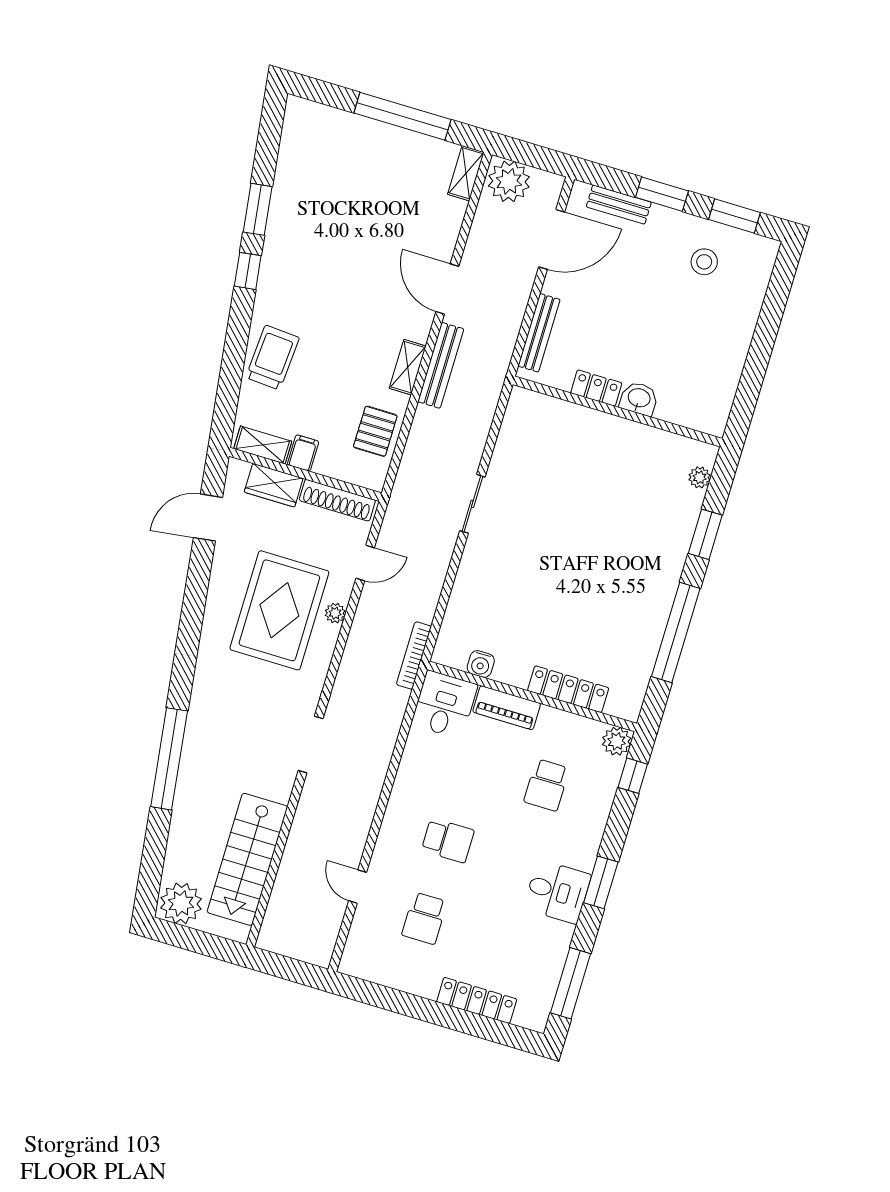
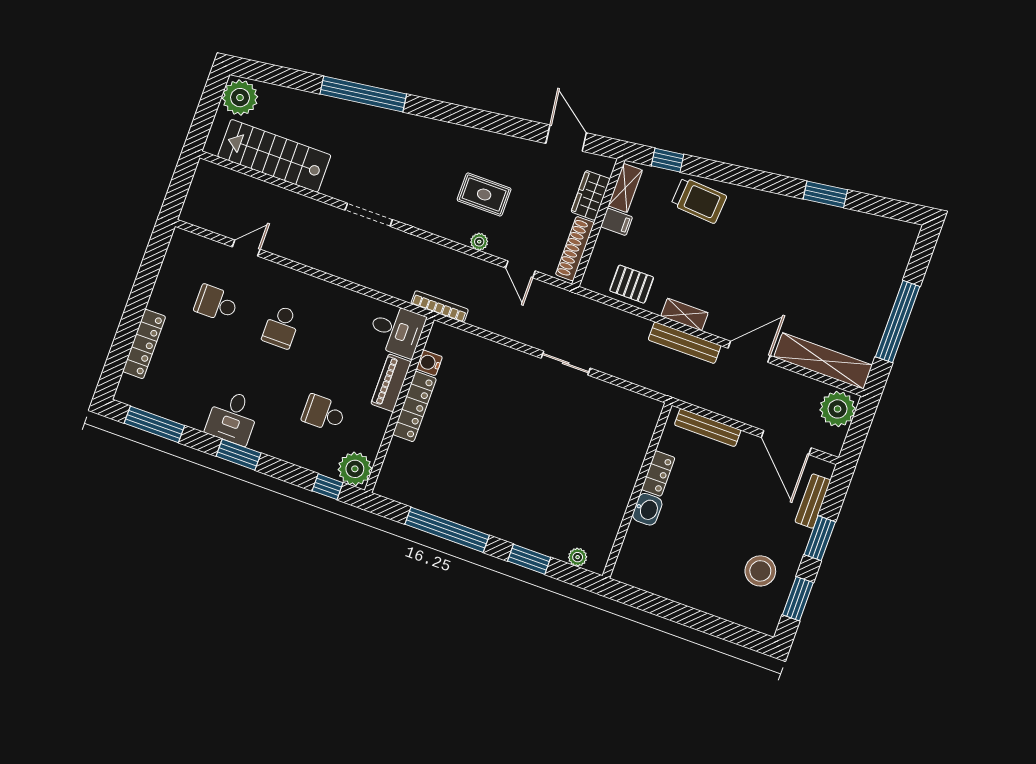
shelving: (466, 173) -> (823, 361), width x2.20, depth x1.33
stool: (704, 262) -> (760, 571), width x1.38, depth x1.38
window: (248, 271) -> (667, 160), moved
rug: (279, 610) -> (484, 194), width x0.54, depth x0.49
locker: (568, 689) -> (414, 407), moved
plant: (617, 741) -> (355, 469), width x1.36, depth x1.36

